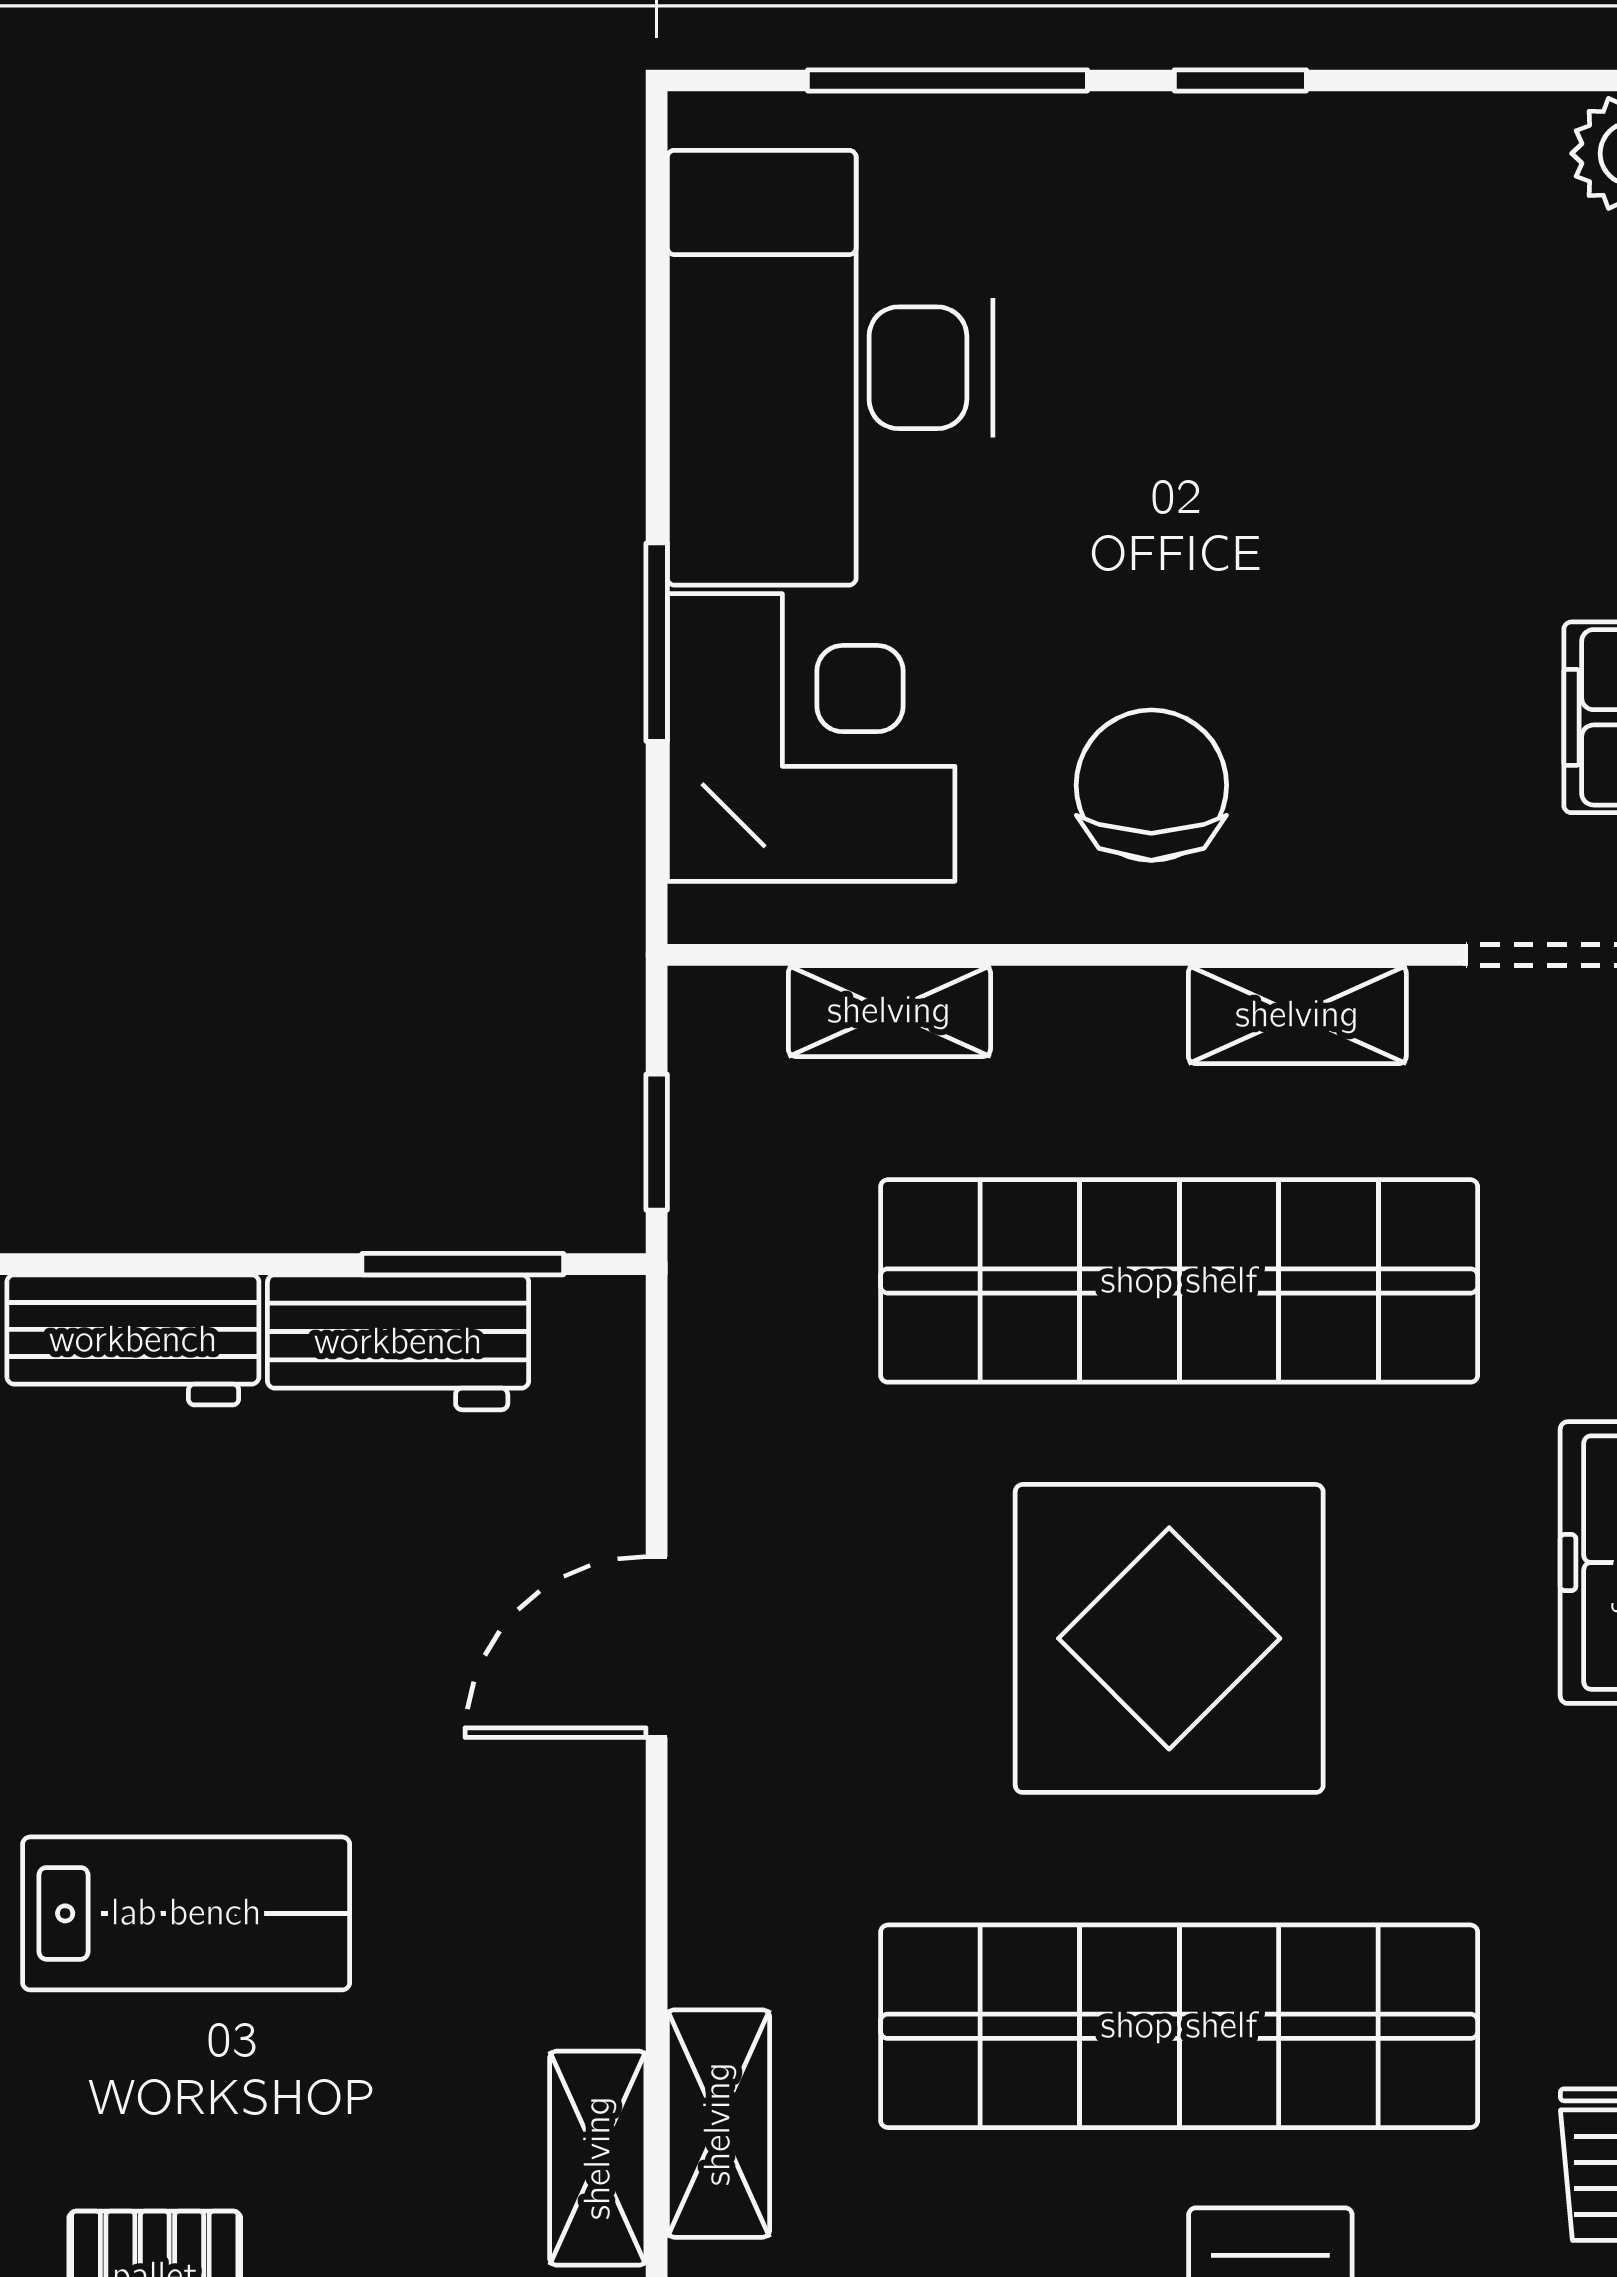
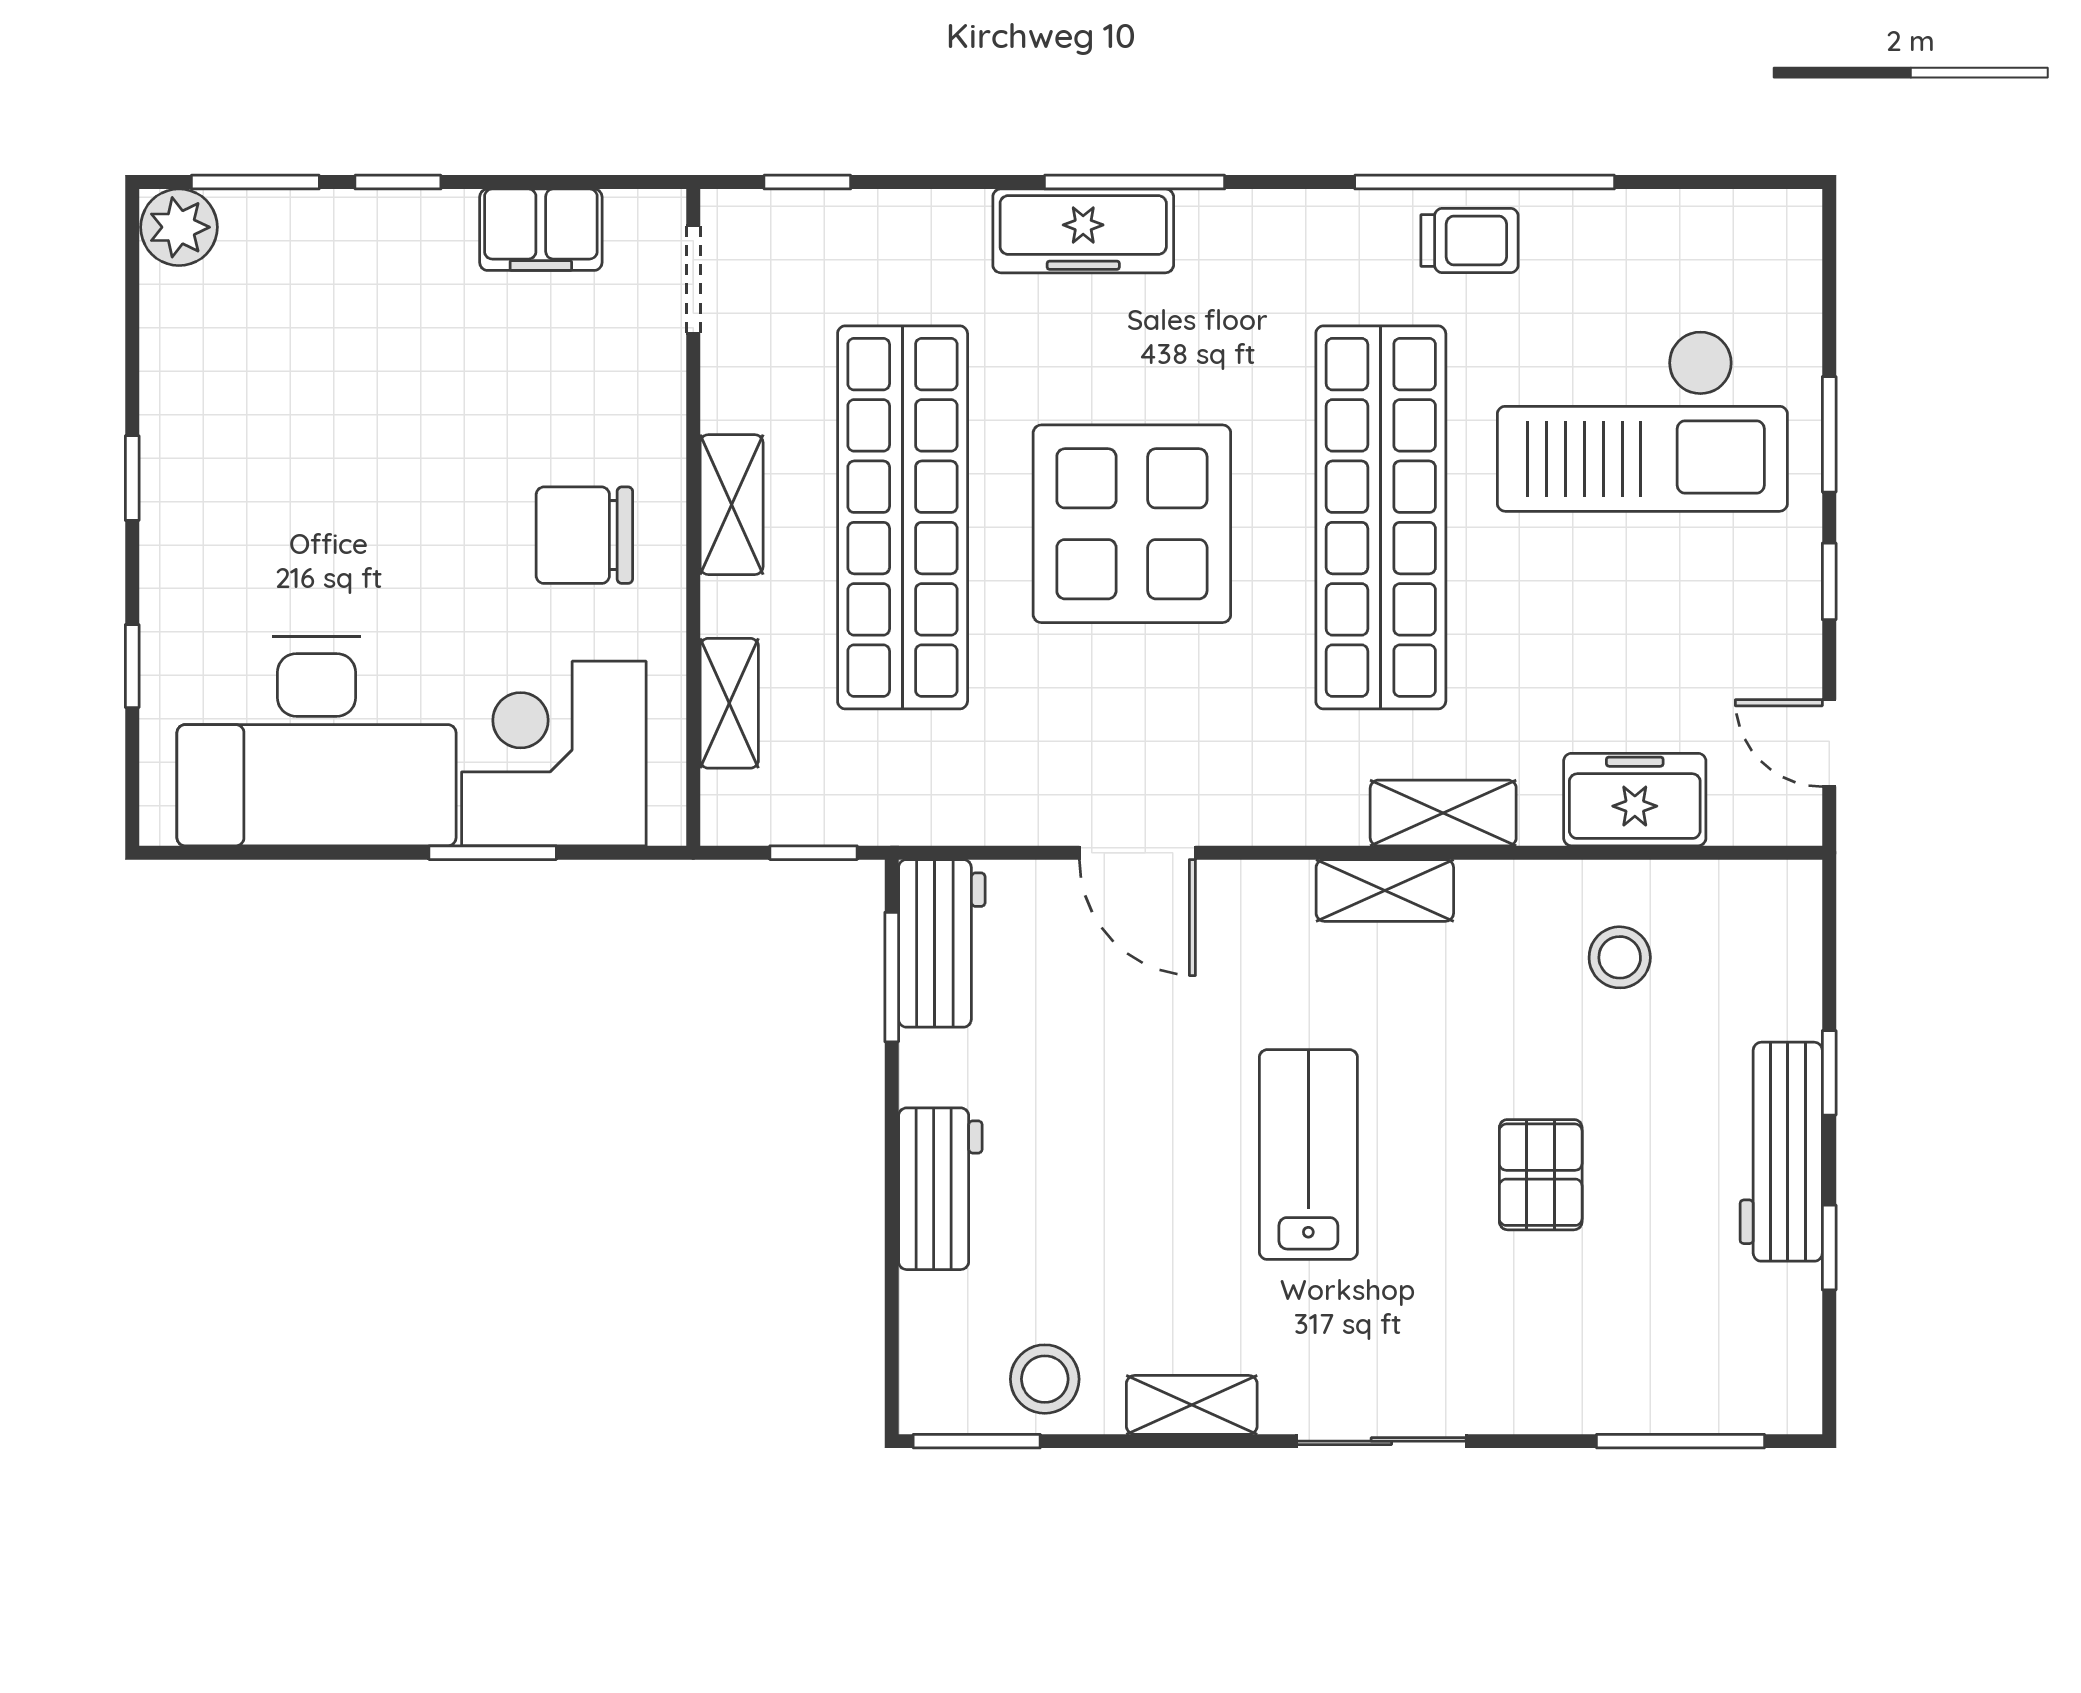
window: (947, 80) -> (132, 666), width x0.46
shelving: (1297, 1015) -> (732, 505), moved
workbench: (398, 1342) -> (942, 943), moved
shelving: (598, 2158) -> (1385, 890), moved

